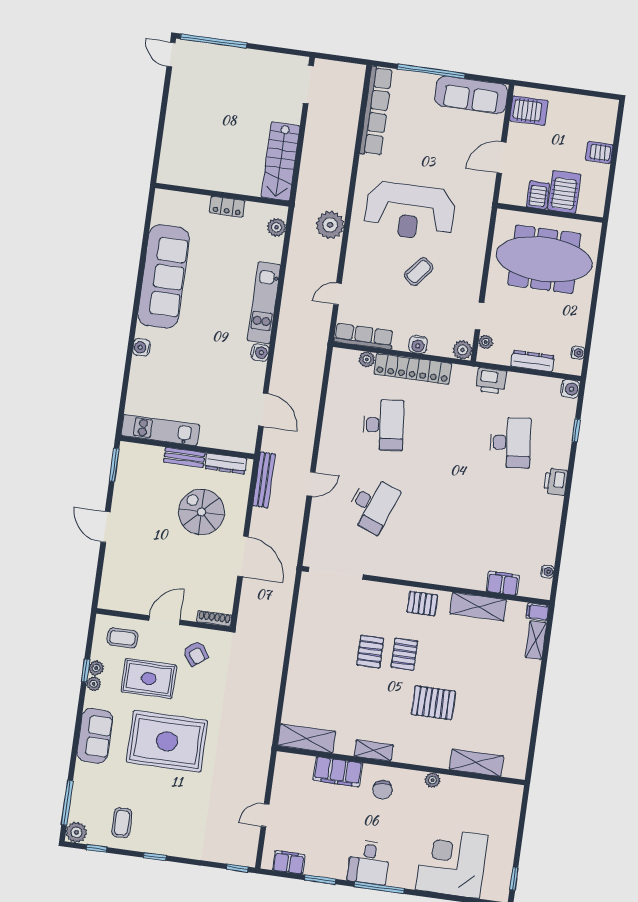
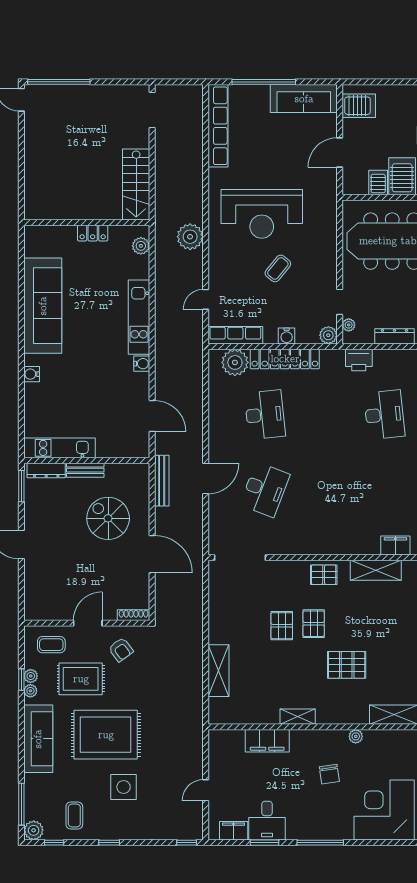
plant: (367, 359) -> (235, 362), width x1.87, depth x1.87
dresser: (226, 463) -> (46, 470), moved
door: (311, 484) -> (206, 478), width x1.38
sofa: (95, 736) -> (38, 739), width x1.36
shelving: (307, 738) -> (219, 671), moved, turned 90
chair: (382, 790) -> (329, 774), moved
side table: (178, 800) -> (124, 787), added
desk: (369, 862) -> (267, 821), moved

